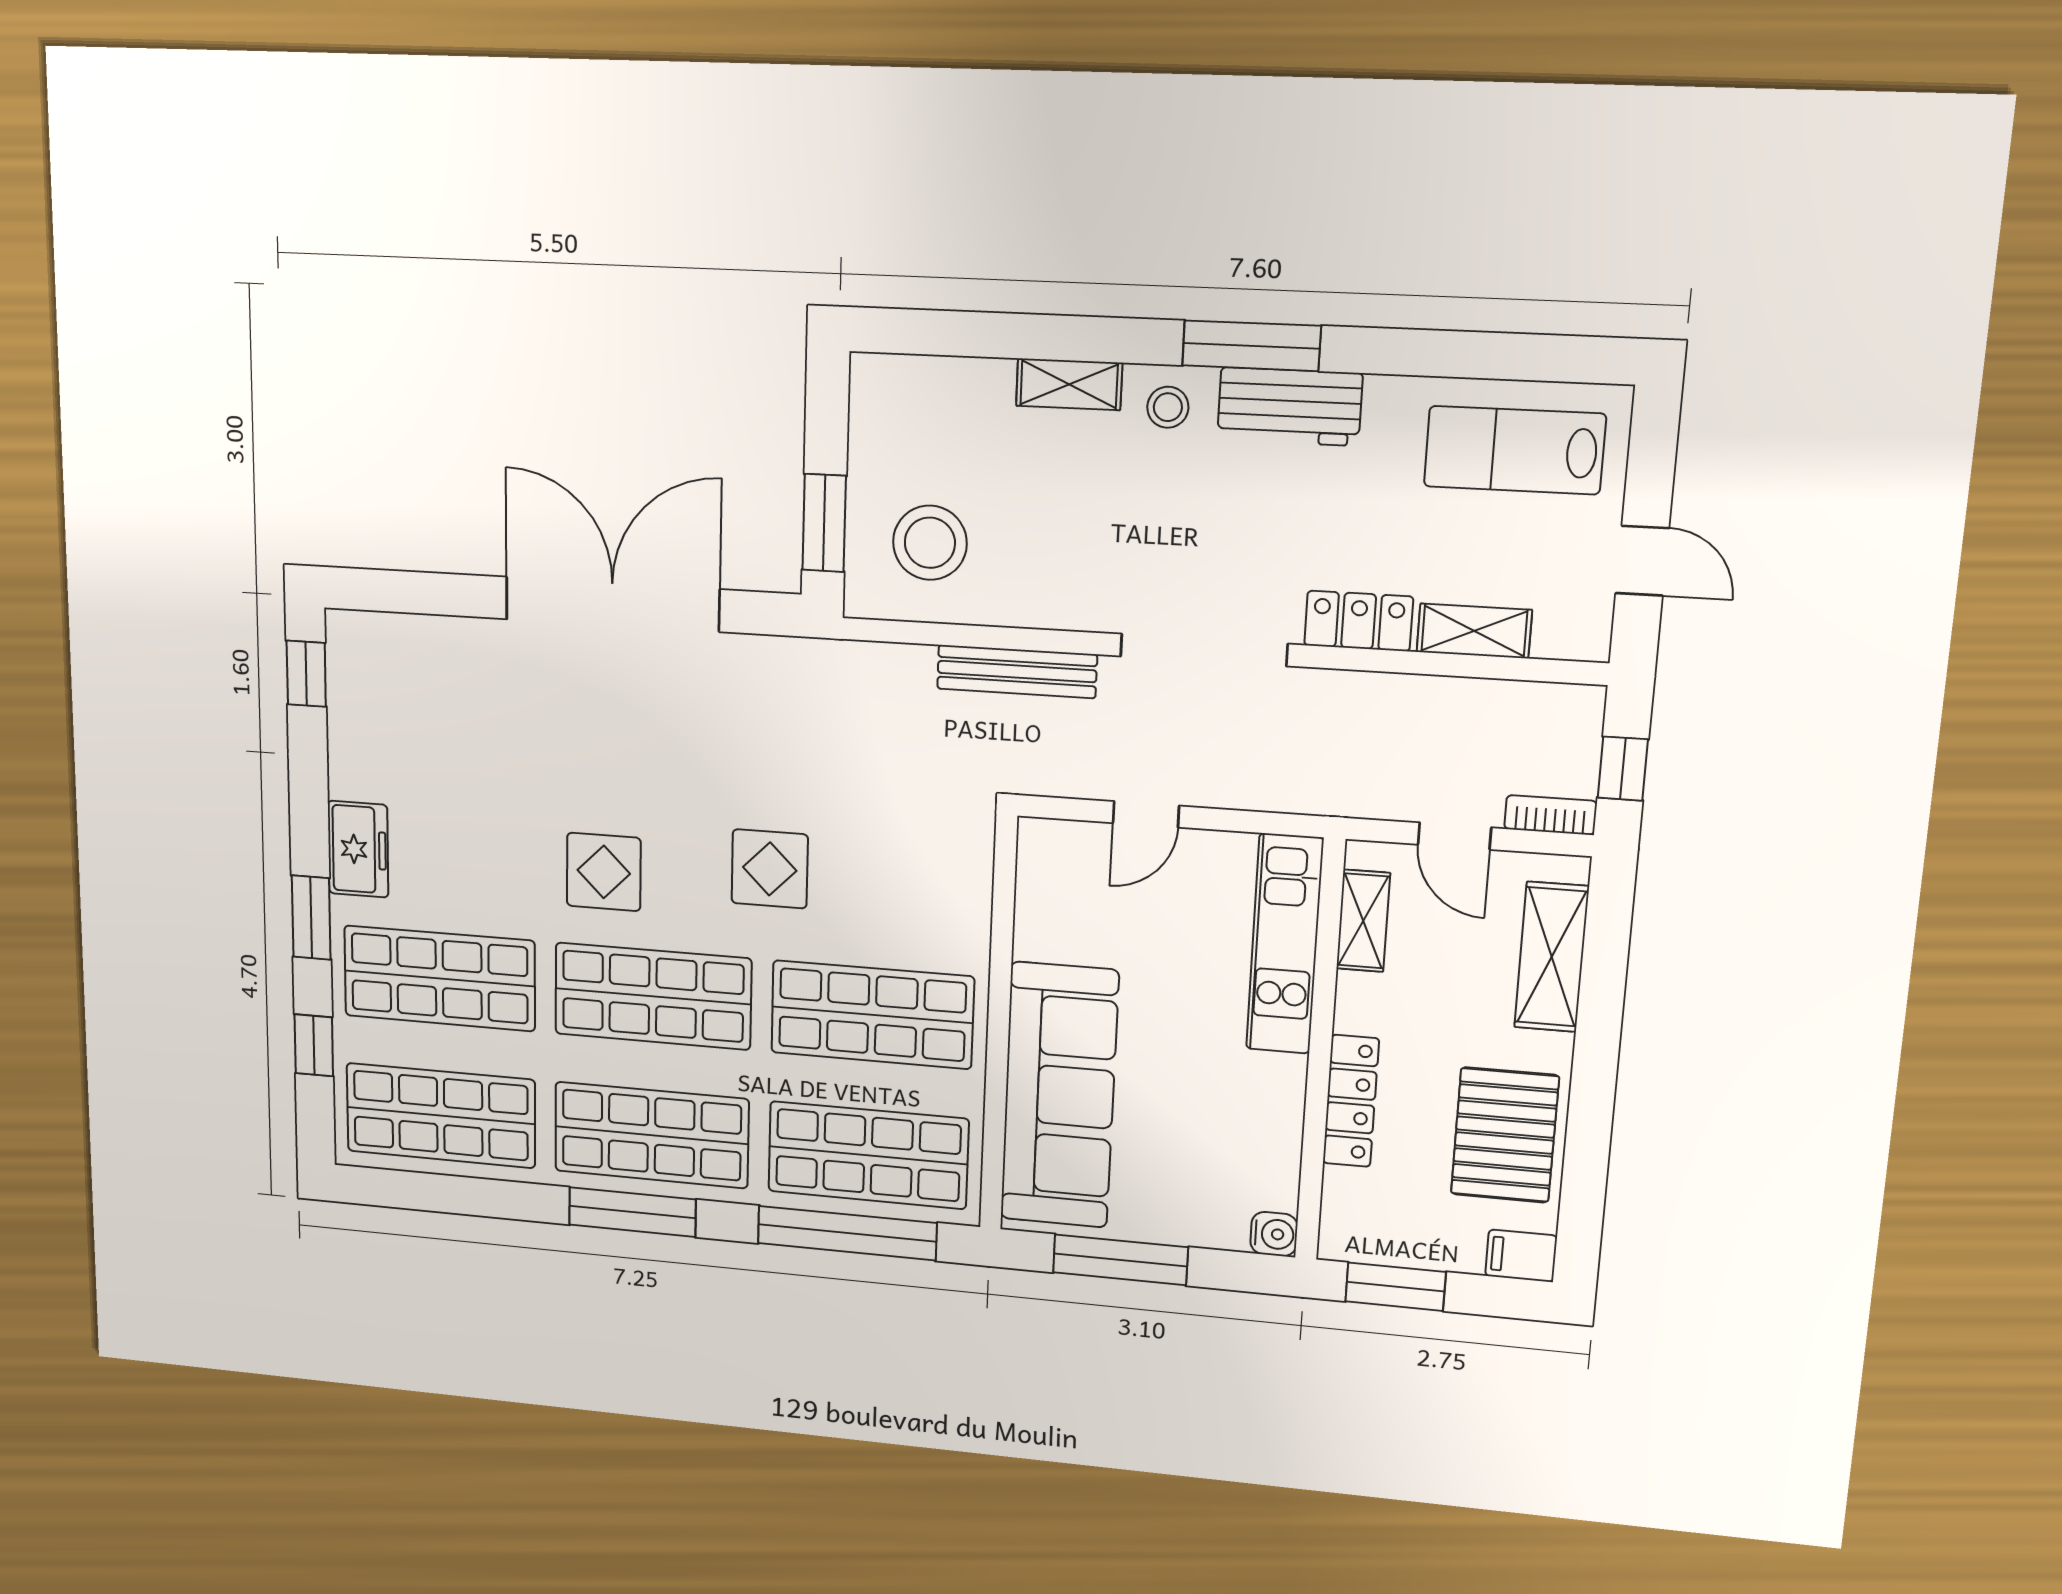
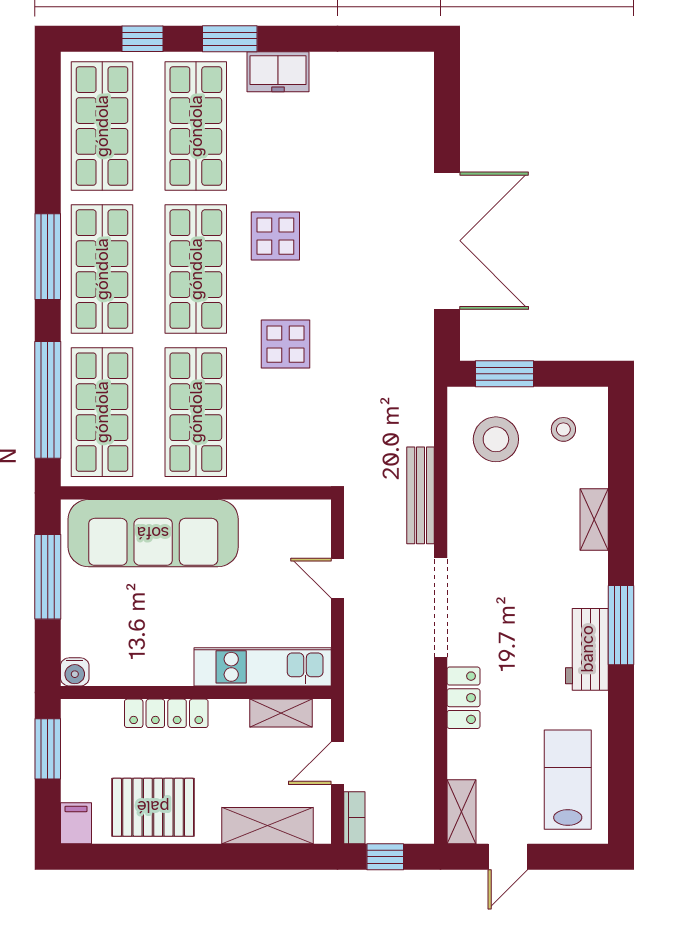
stool: (1168, 407) -> (563, 429), moved
shelving: (1474, 631) -> (461, 812), moved
window: (306, 674) -> (391, 39), removed

